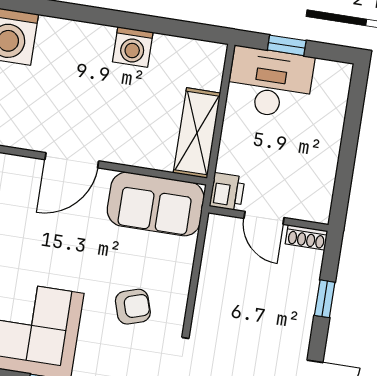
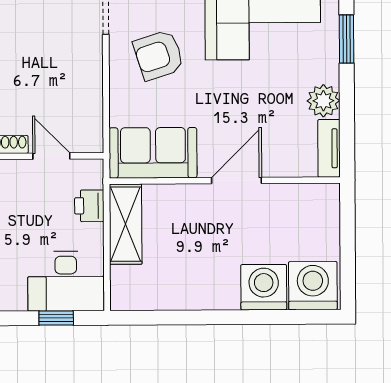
washing machine: (133, 47) -> (264, 287), moved, width x1.37, depth x1.37
printer: (227, 192) -> (89, 206), moved
armchair: (133, 307) -> (159, 55), width x1.38, depth x1.38

